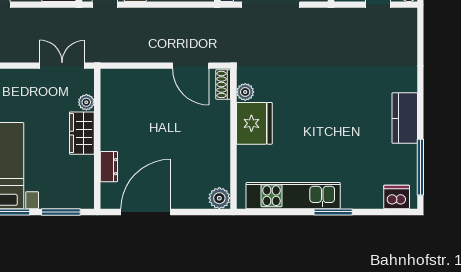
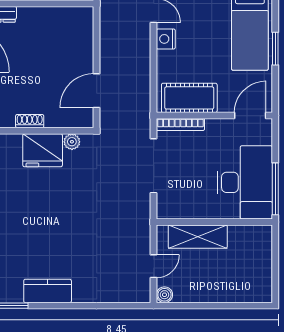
shoe rack: (223, 84) -> (30, 121), moved

